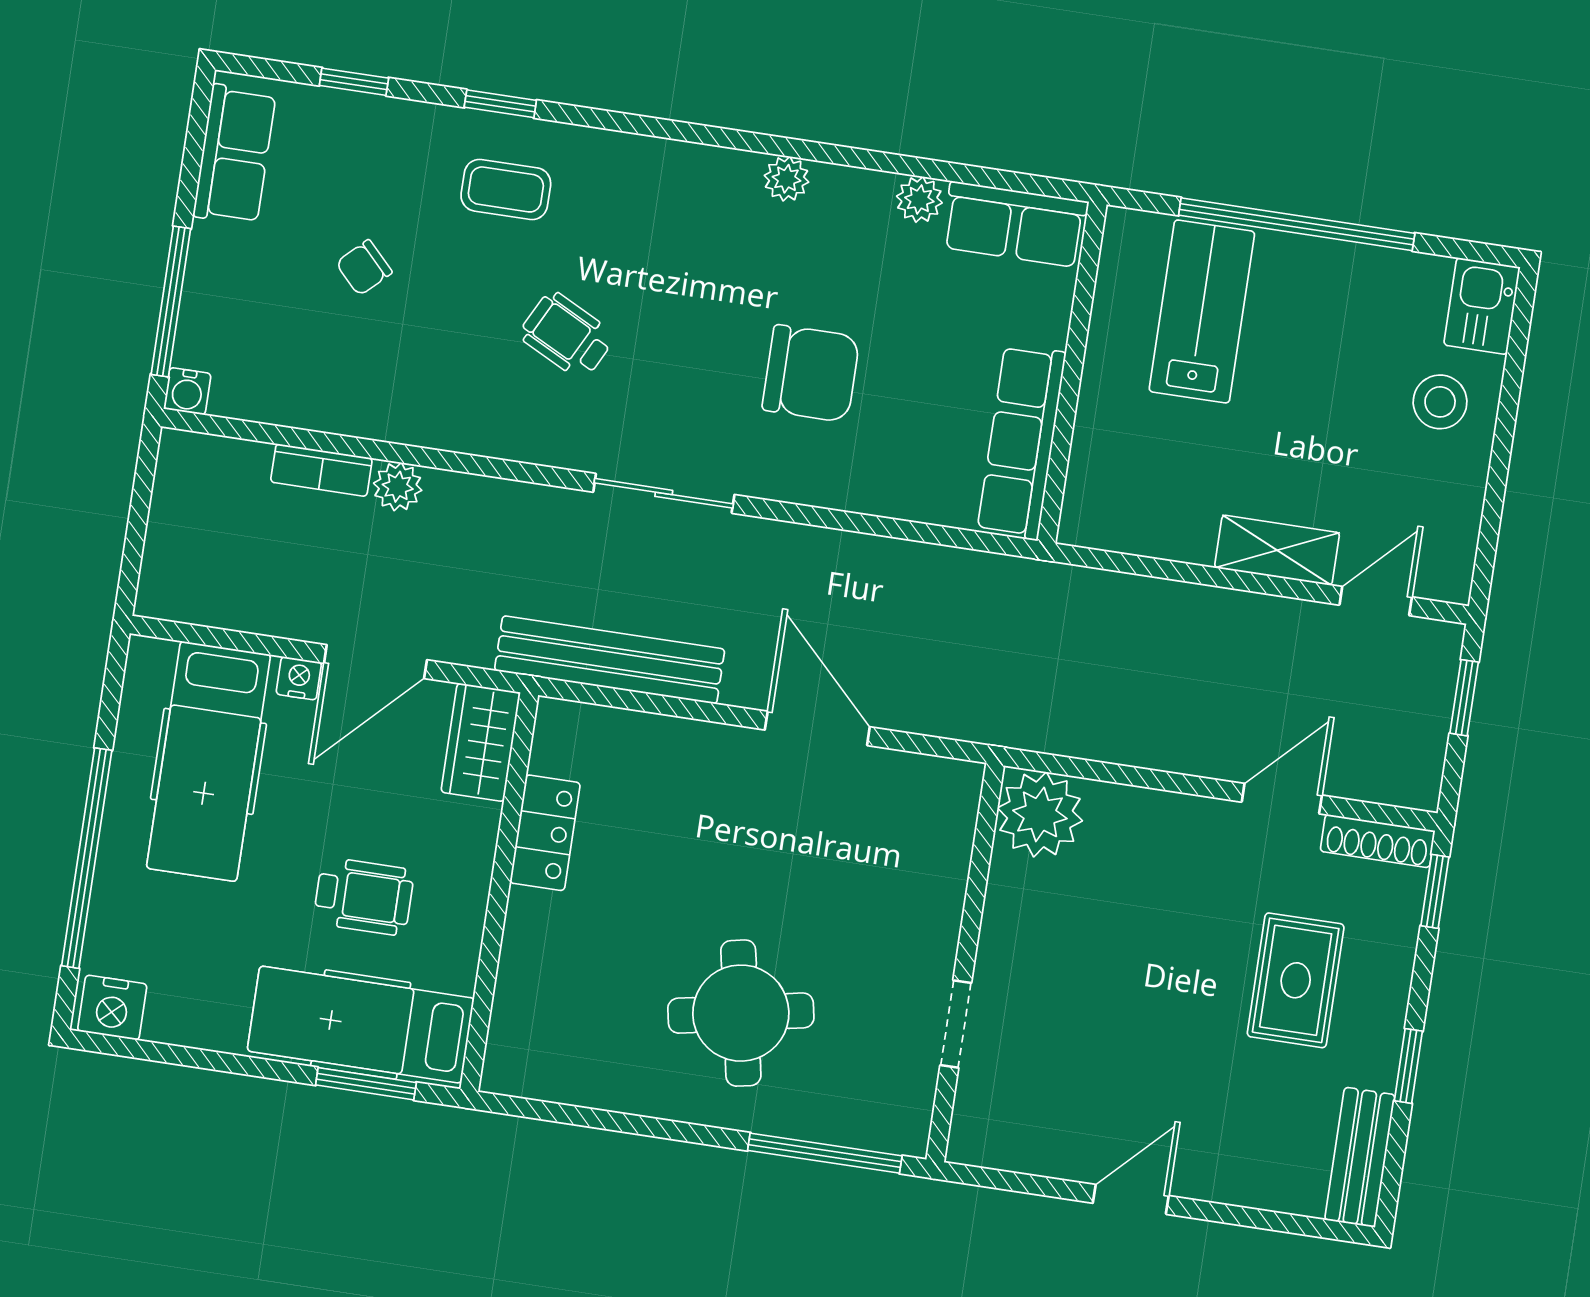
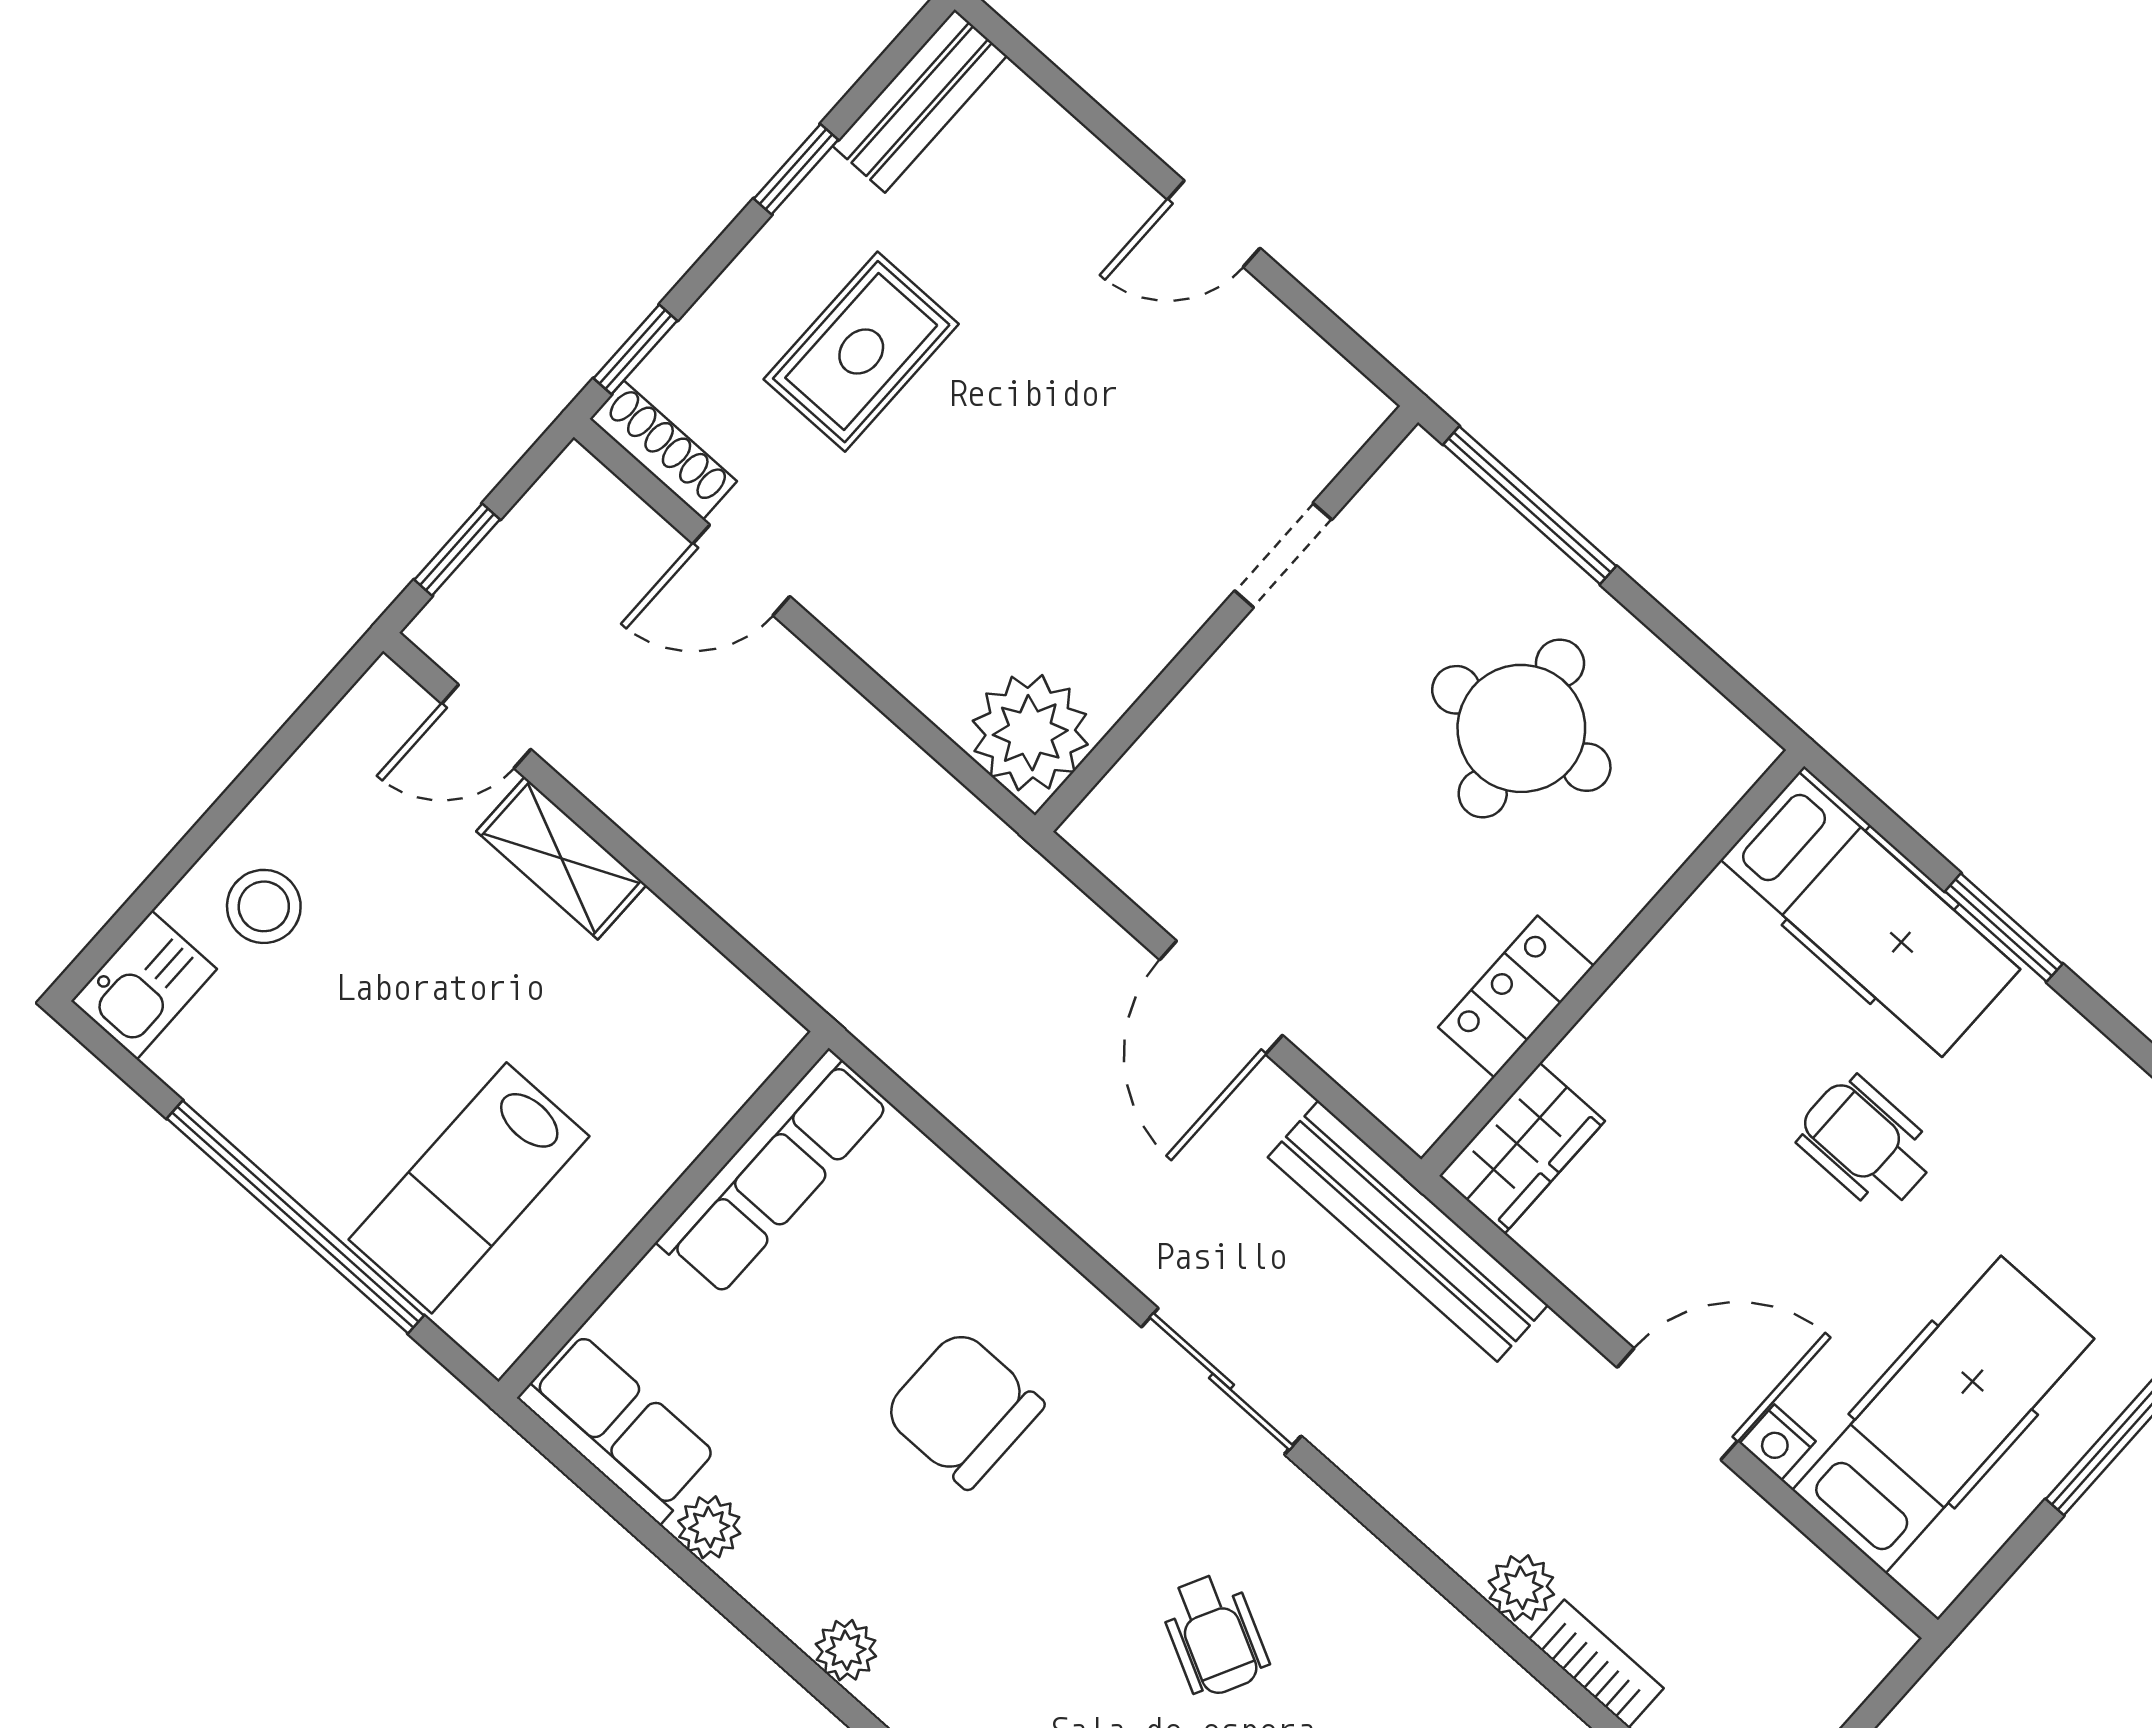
wardrobe: (481, 742) -> (1522, 1148), moved
locker: (545, 833) -> (1516, 997), moved
wall: (499, 892) -> (1613, 963), moved
hospital bed: (361, 1025) -> (1870, 915), moved

